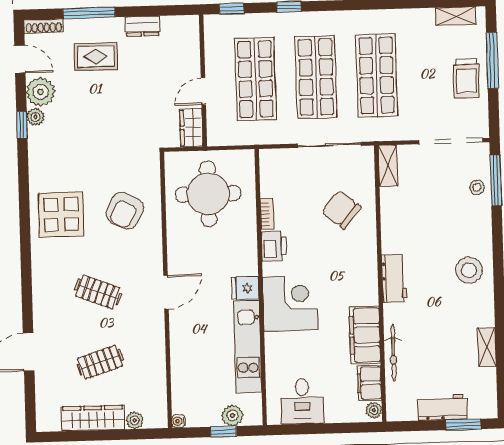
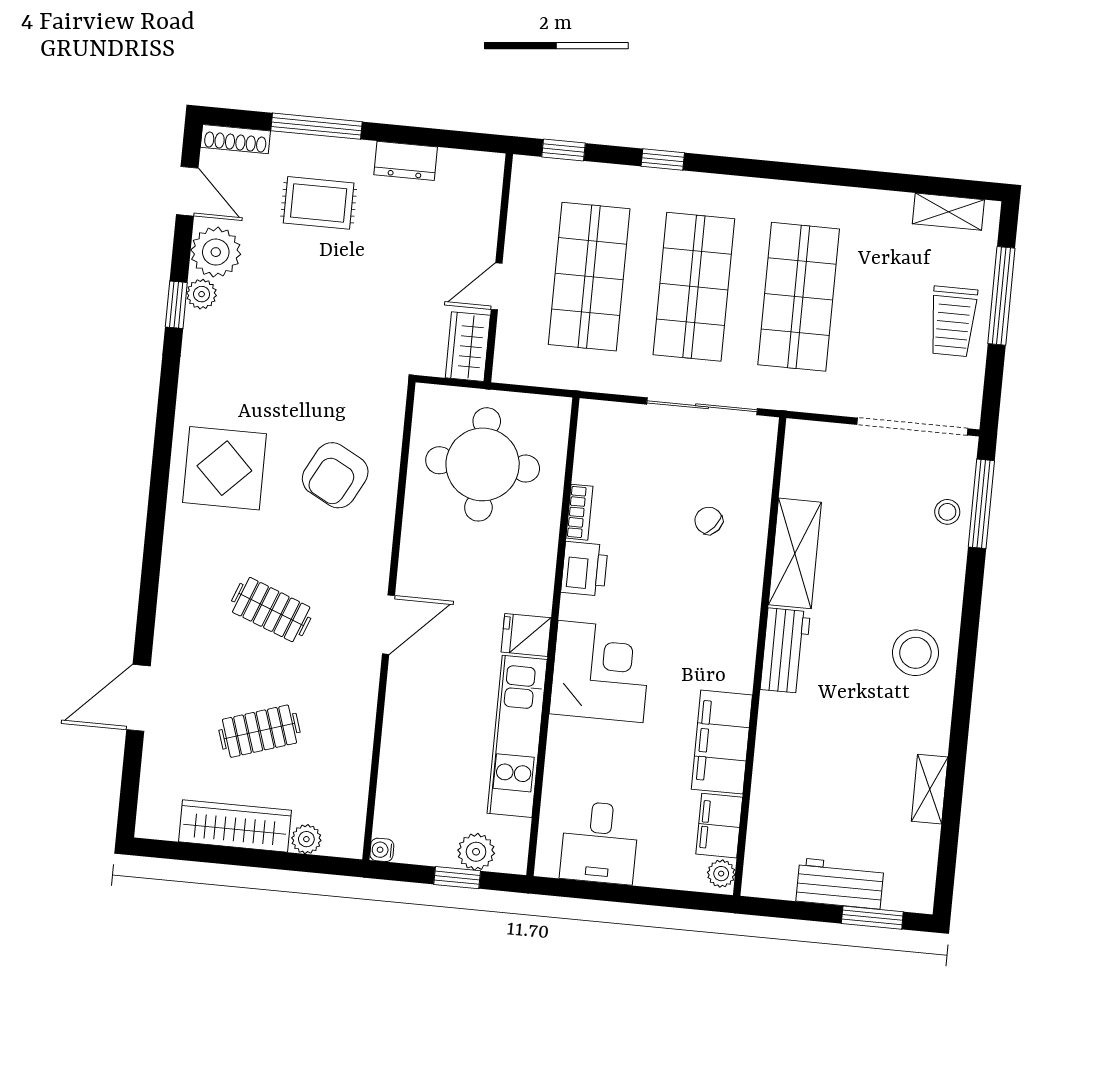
shelving: (388, 166) -> (795, 553), moved, width x1.50, depth x1.33
chair: (341, 210) -> (709, 521), width x0.54, depth x0.54
bicycle: (393, 353) -> (767, 779), removed

